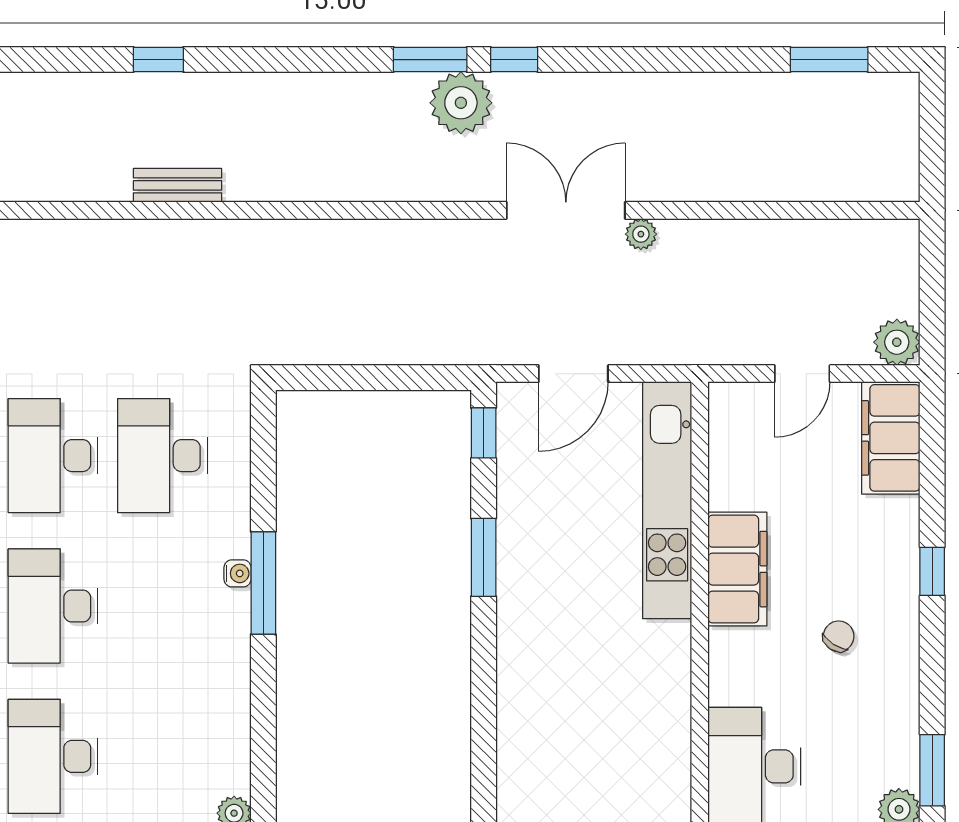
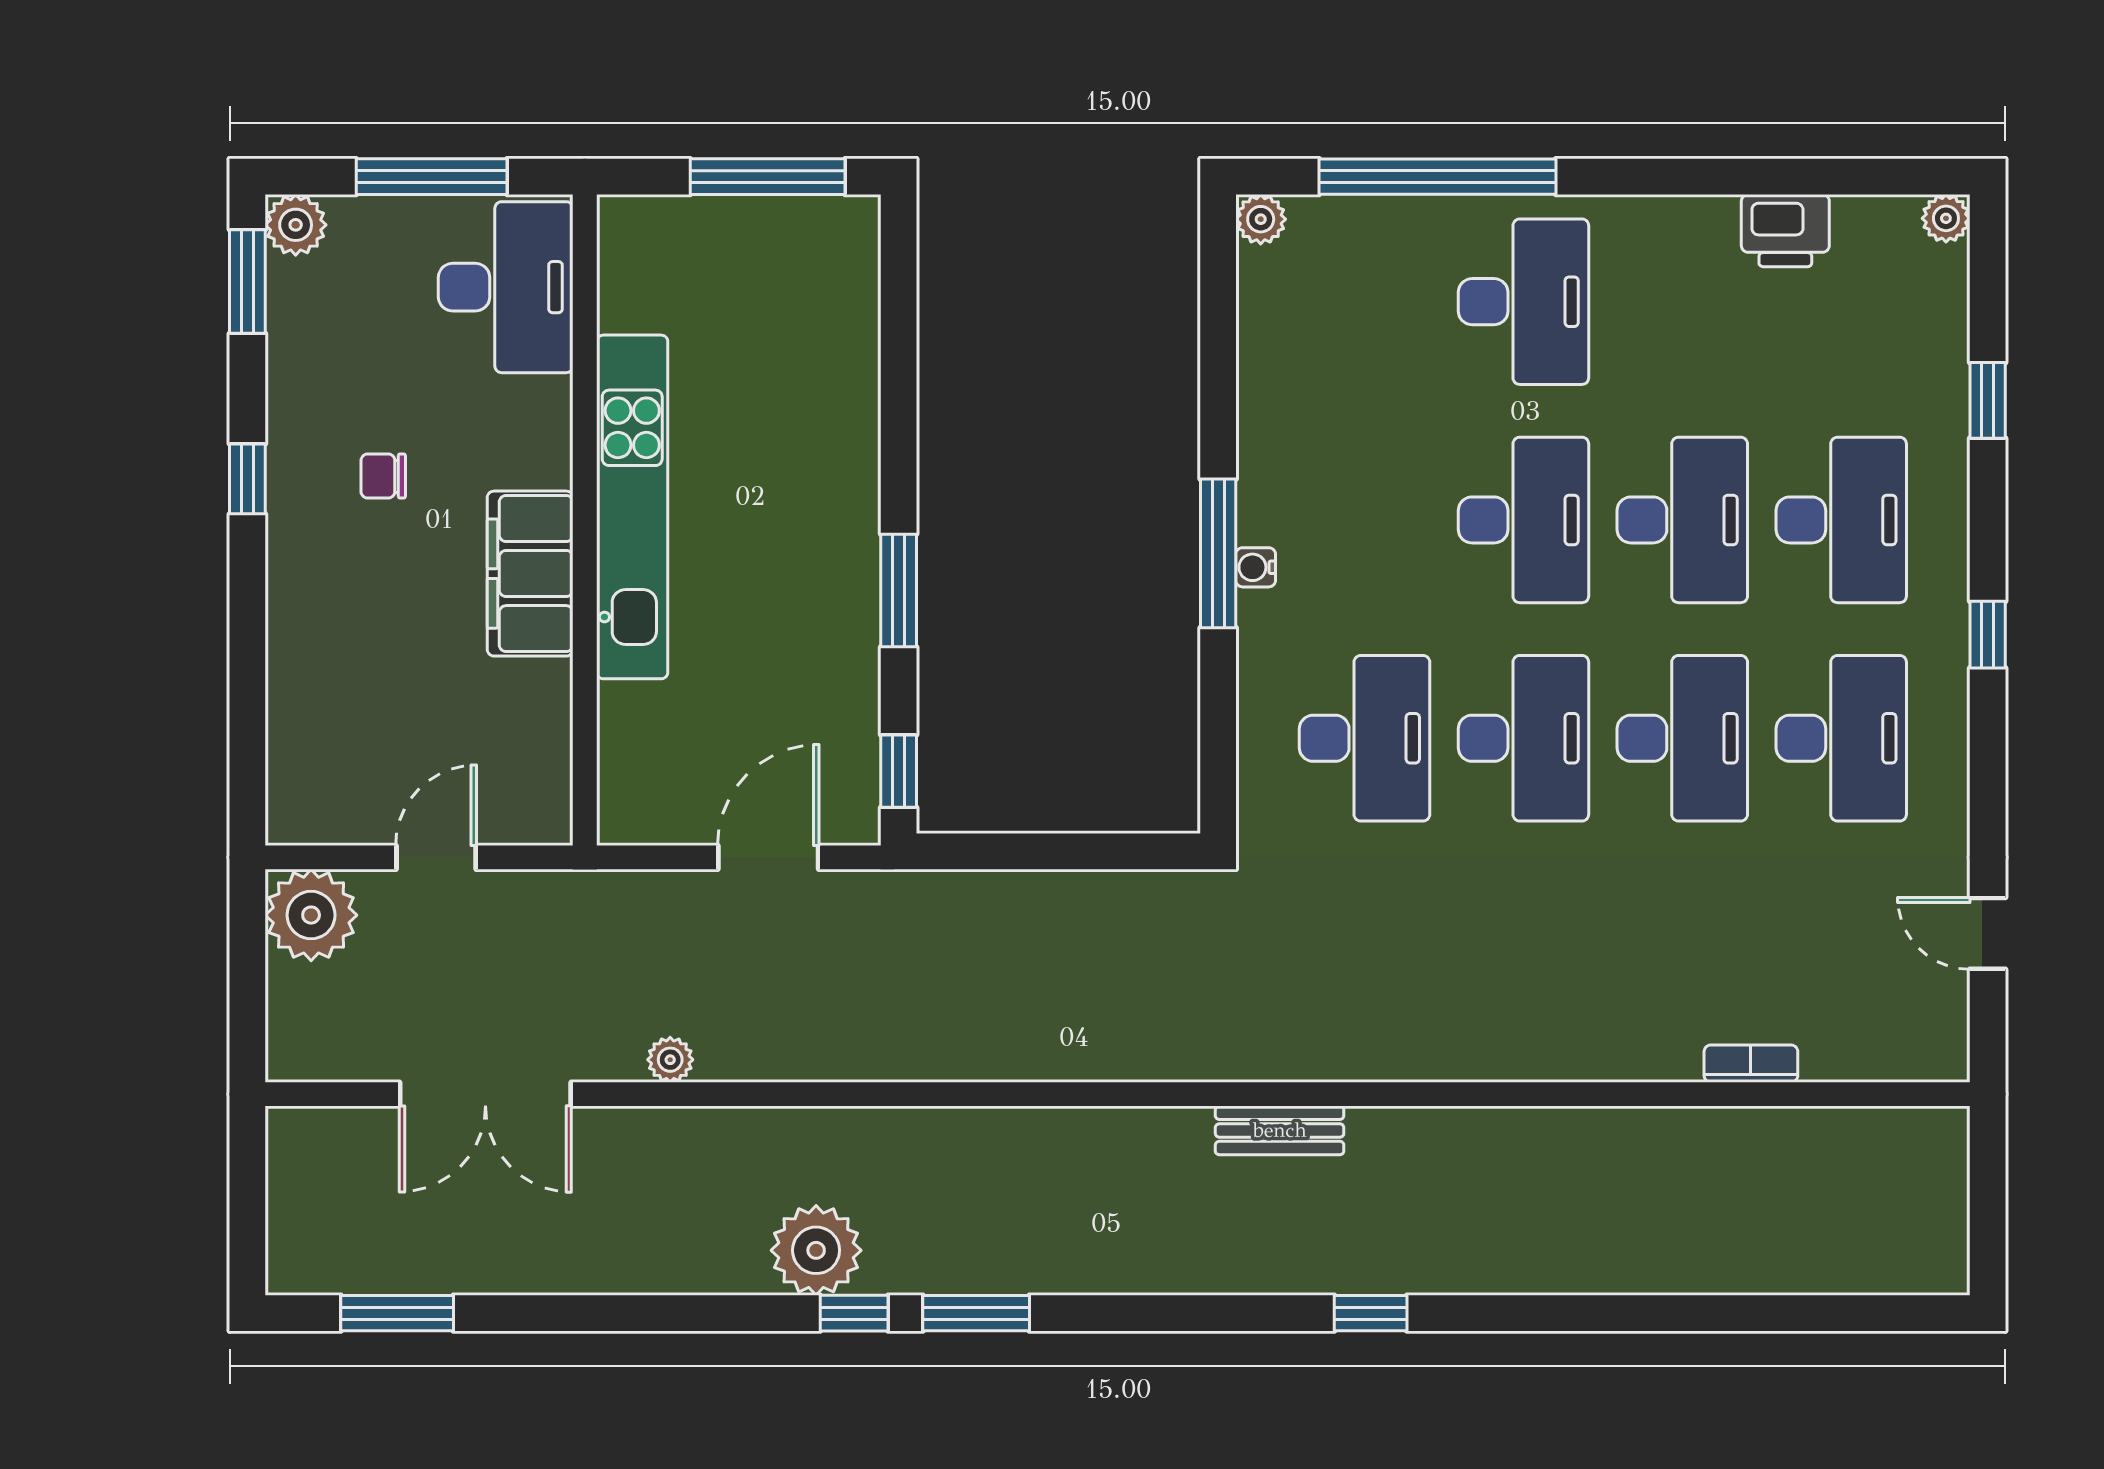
plant: (461, 103) -> (816, 1250), moved
bench: (177, 185) -> (1280, 1130), moved
double door: (566, 210) -> (485, 1094), moved
plant: (897, 342) -> (311, 915), width x1.36, depth x1.36
filing cabinet: (891, 438) -> (308, 764), removed
kitchen unit: (667, 500) -> (632, 507), moved
window: (932, 571) -> (247, 479), moved
chair: (839, 636) -> (383, 476), turned 57

